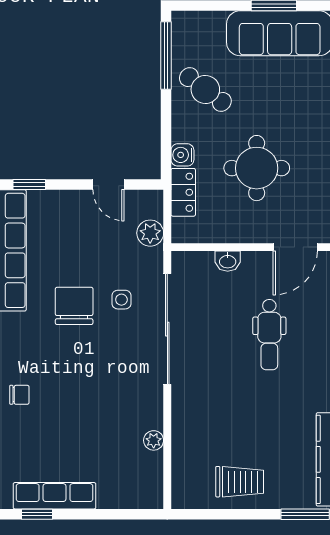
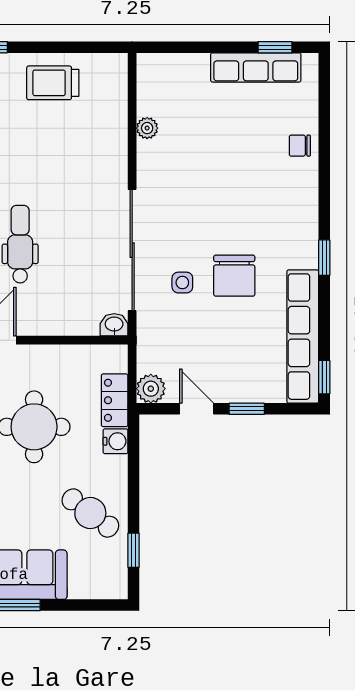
window: (166, 56) -> (134, 550), width x0.46
window: (29, 184) -> (247, 409), moved
plant: (150, 233) -> (151, 389), moved
washbasin: (228, 261) -> (114, 325), moved
chair: (19, 395) -> (300, 146), moved

